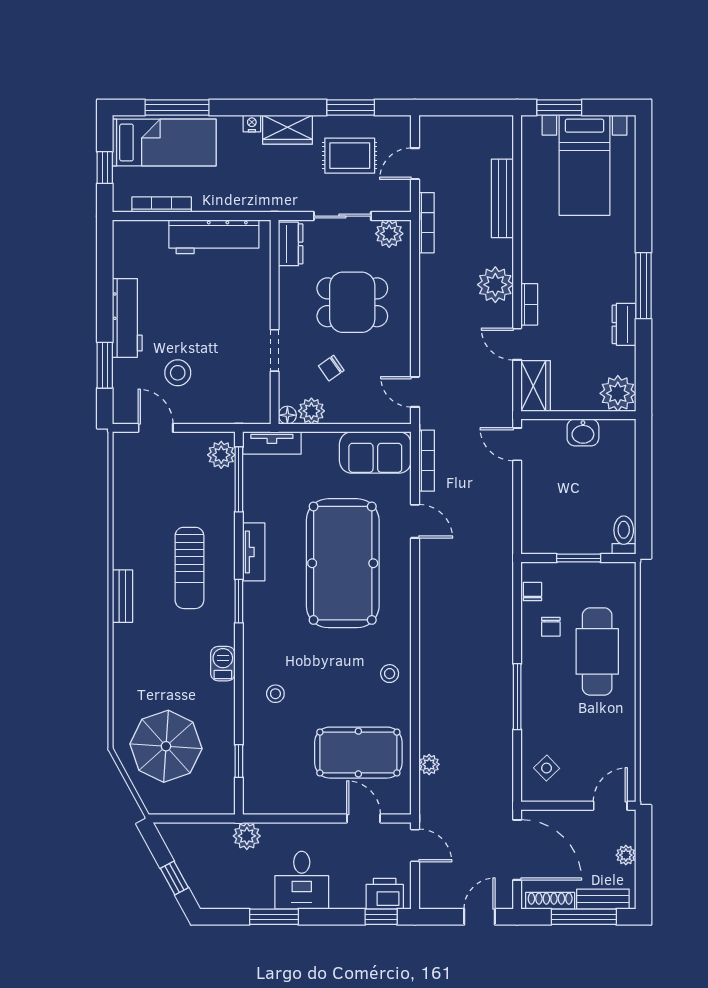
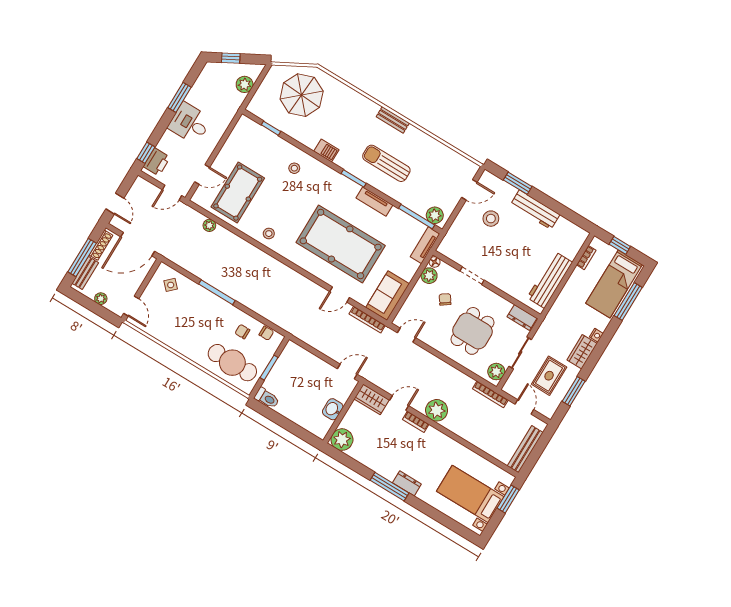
bench: (502, 198) -> (525, 449), moved, turned 90
bookcase: (162, 205) -> (586, 258), width x0.64
dresser: (624, 324) -> (407, 483), moved
cafe table: (597, 651) -> (232, 363), moved
plant: (247, 836) -> (245, 84), moved

